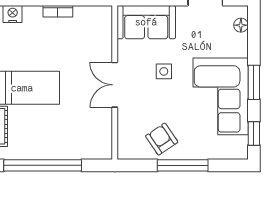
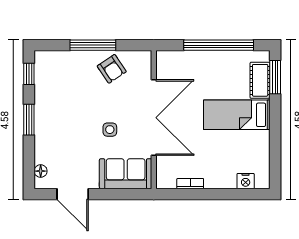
bookcase: (58, 11) -> (190, 184), moved
double door: (115, 85) -> (154, 118), width x1.87
corner sofa: (221, 96) -> (59, 107), removed

